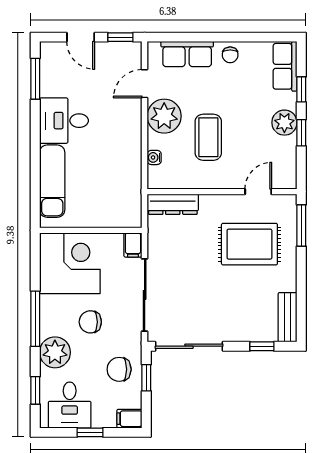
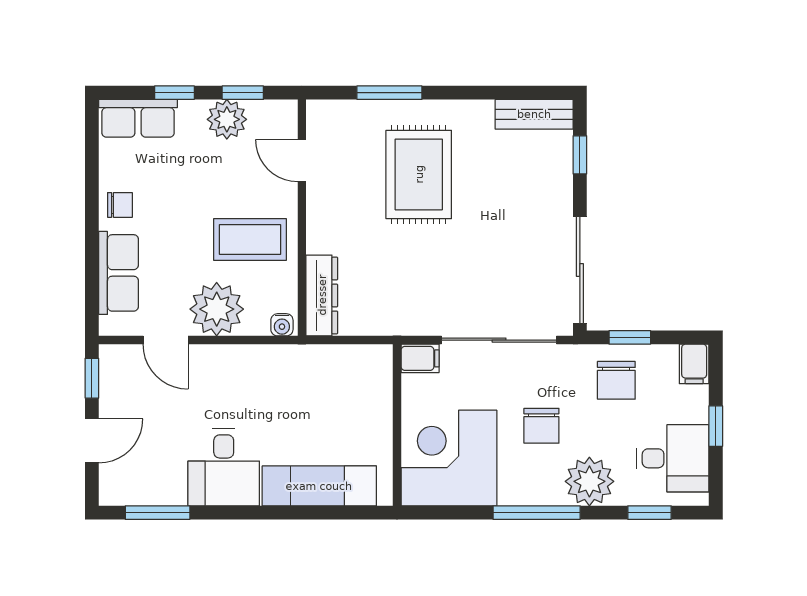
wall: (222, 192) -> (302, 218), moved
door: (258, 192) -> (302, 161), moved
dresser: (173, 204) -> (322, 295), moved

